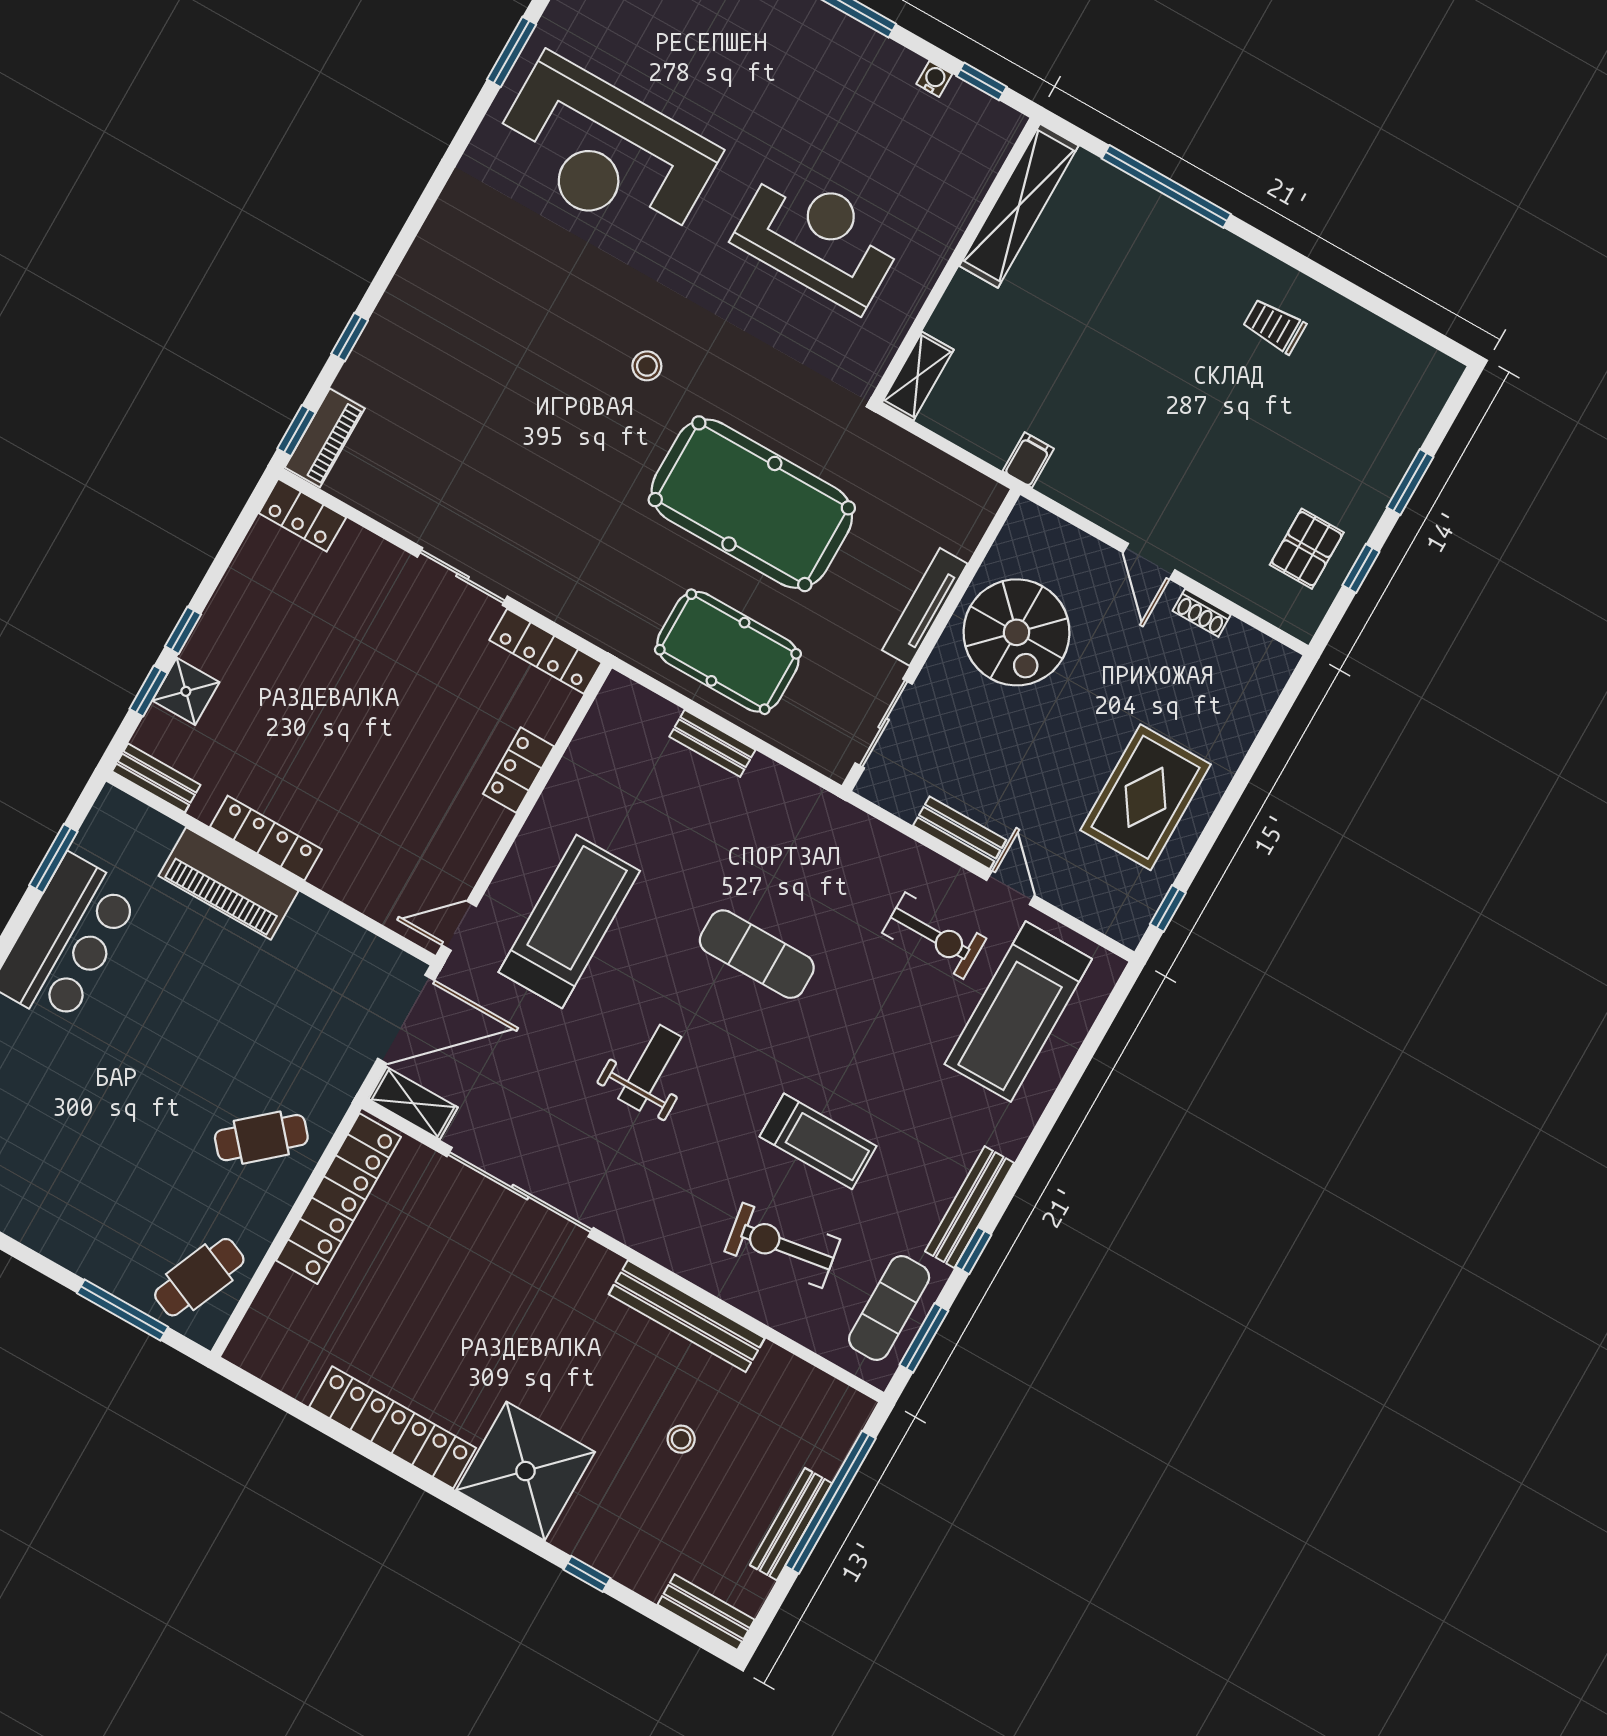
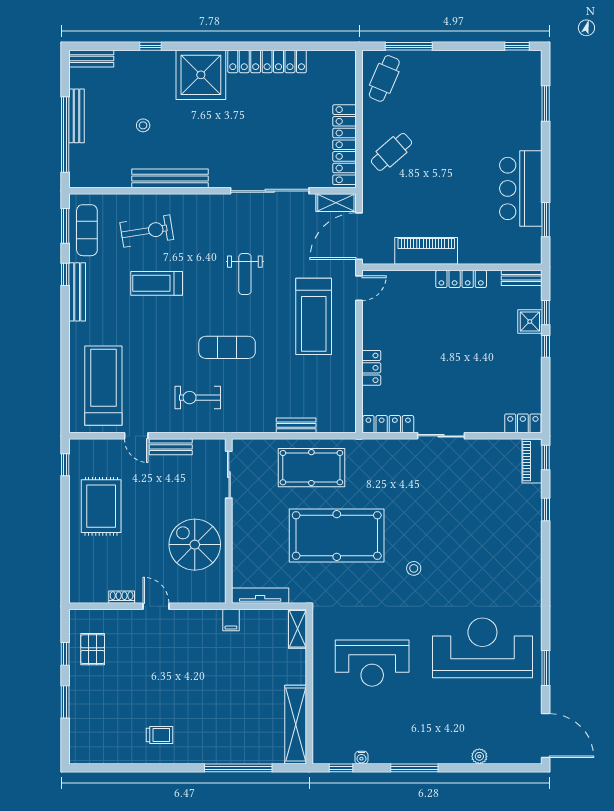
tv unit: (925, 607) -> (260, 596), moved, turned -90
piano: (229, 883) -> (426, 251), moved
exercise bike: (934, 936) -> (198, 398), moved

